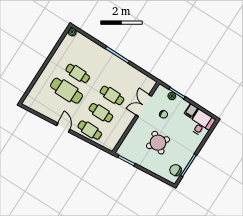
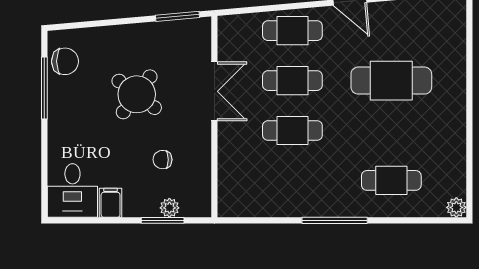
cafe table: (78, 73) -> (391, 180), moved
double door: (144, 105) -> (214, 91), moved

